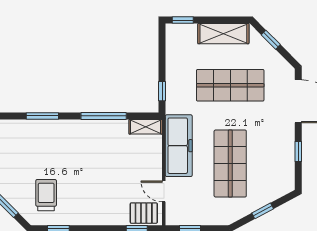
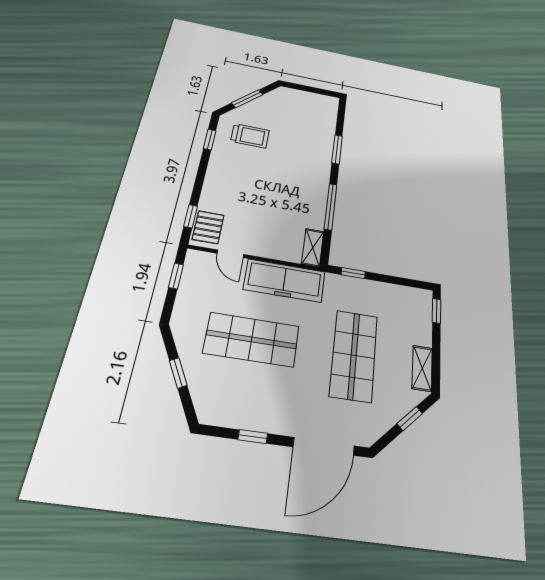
shelving: (223, 34) -> (422, 368), width x0.67, depth x0.75
door: (164, 191) -> (230, 254), swing flipped

